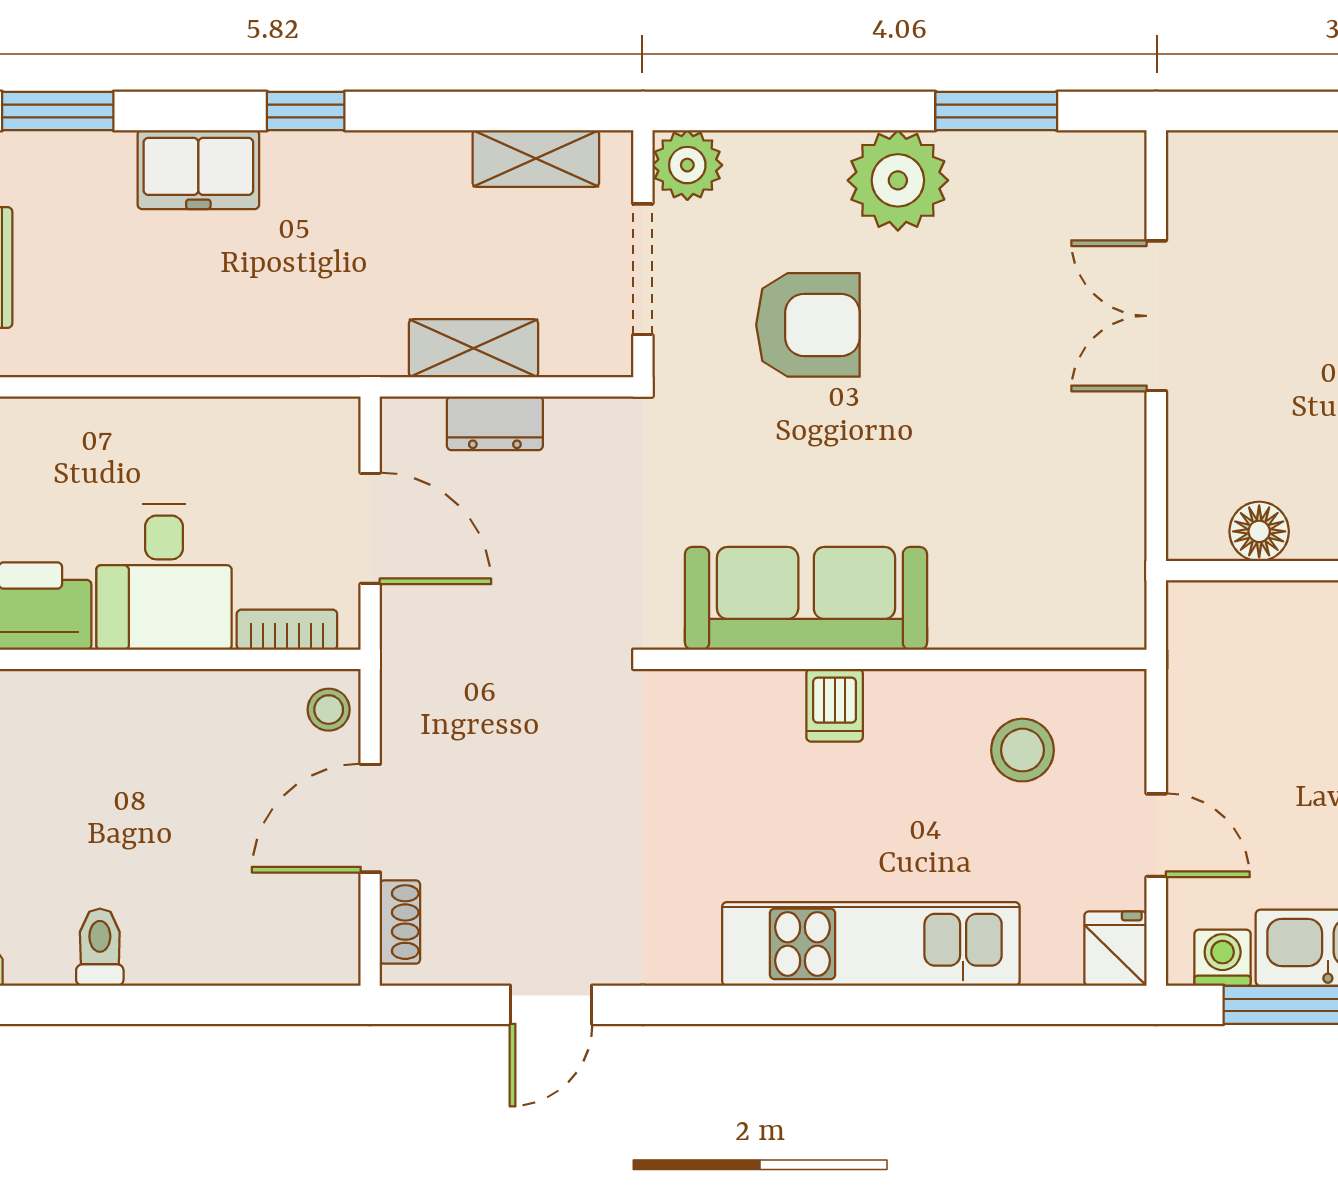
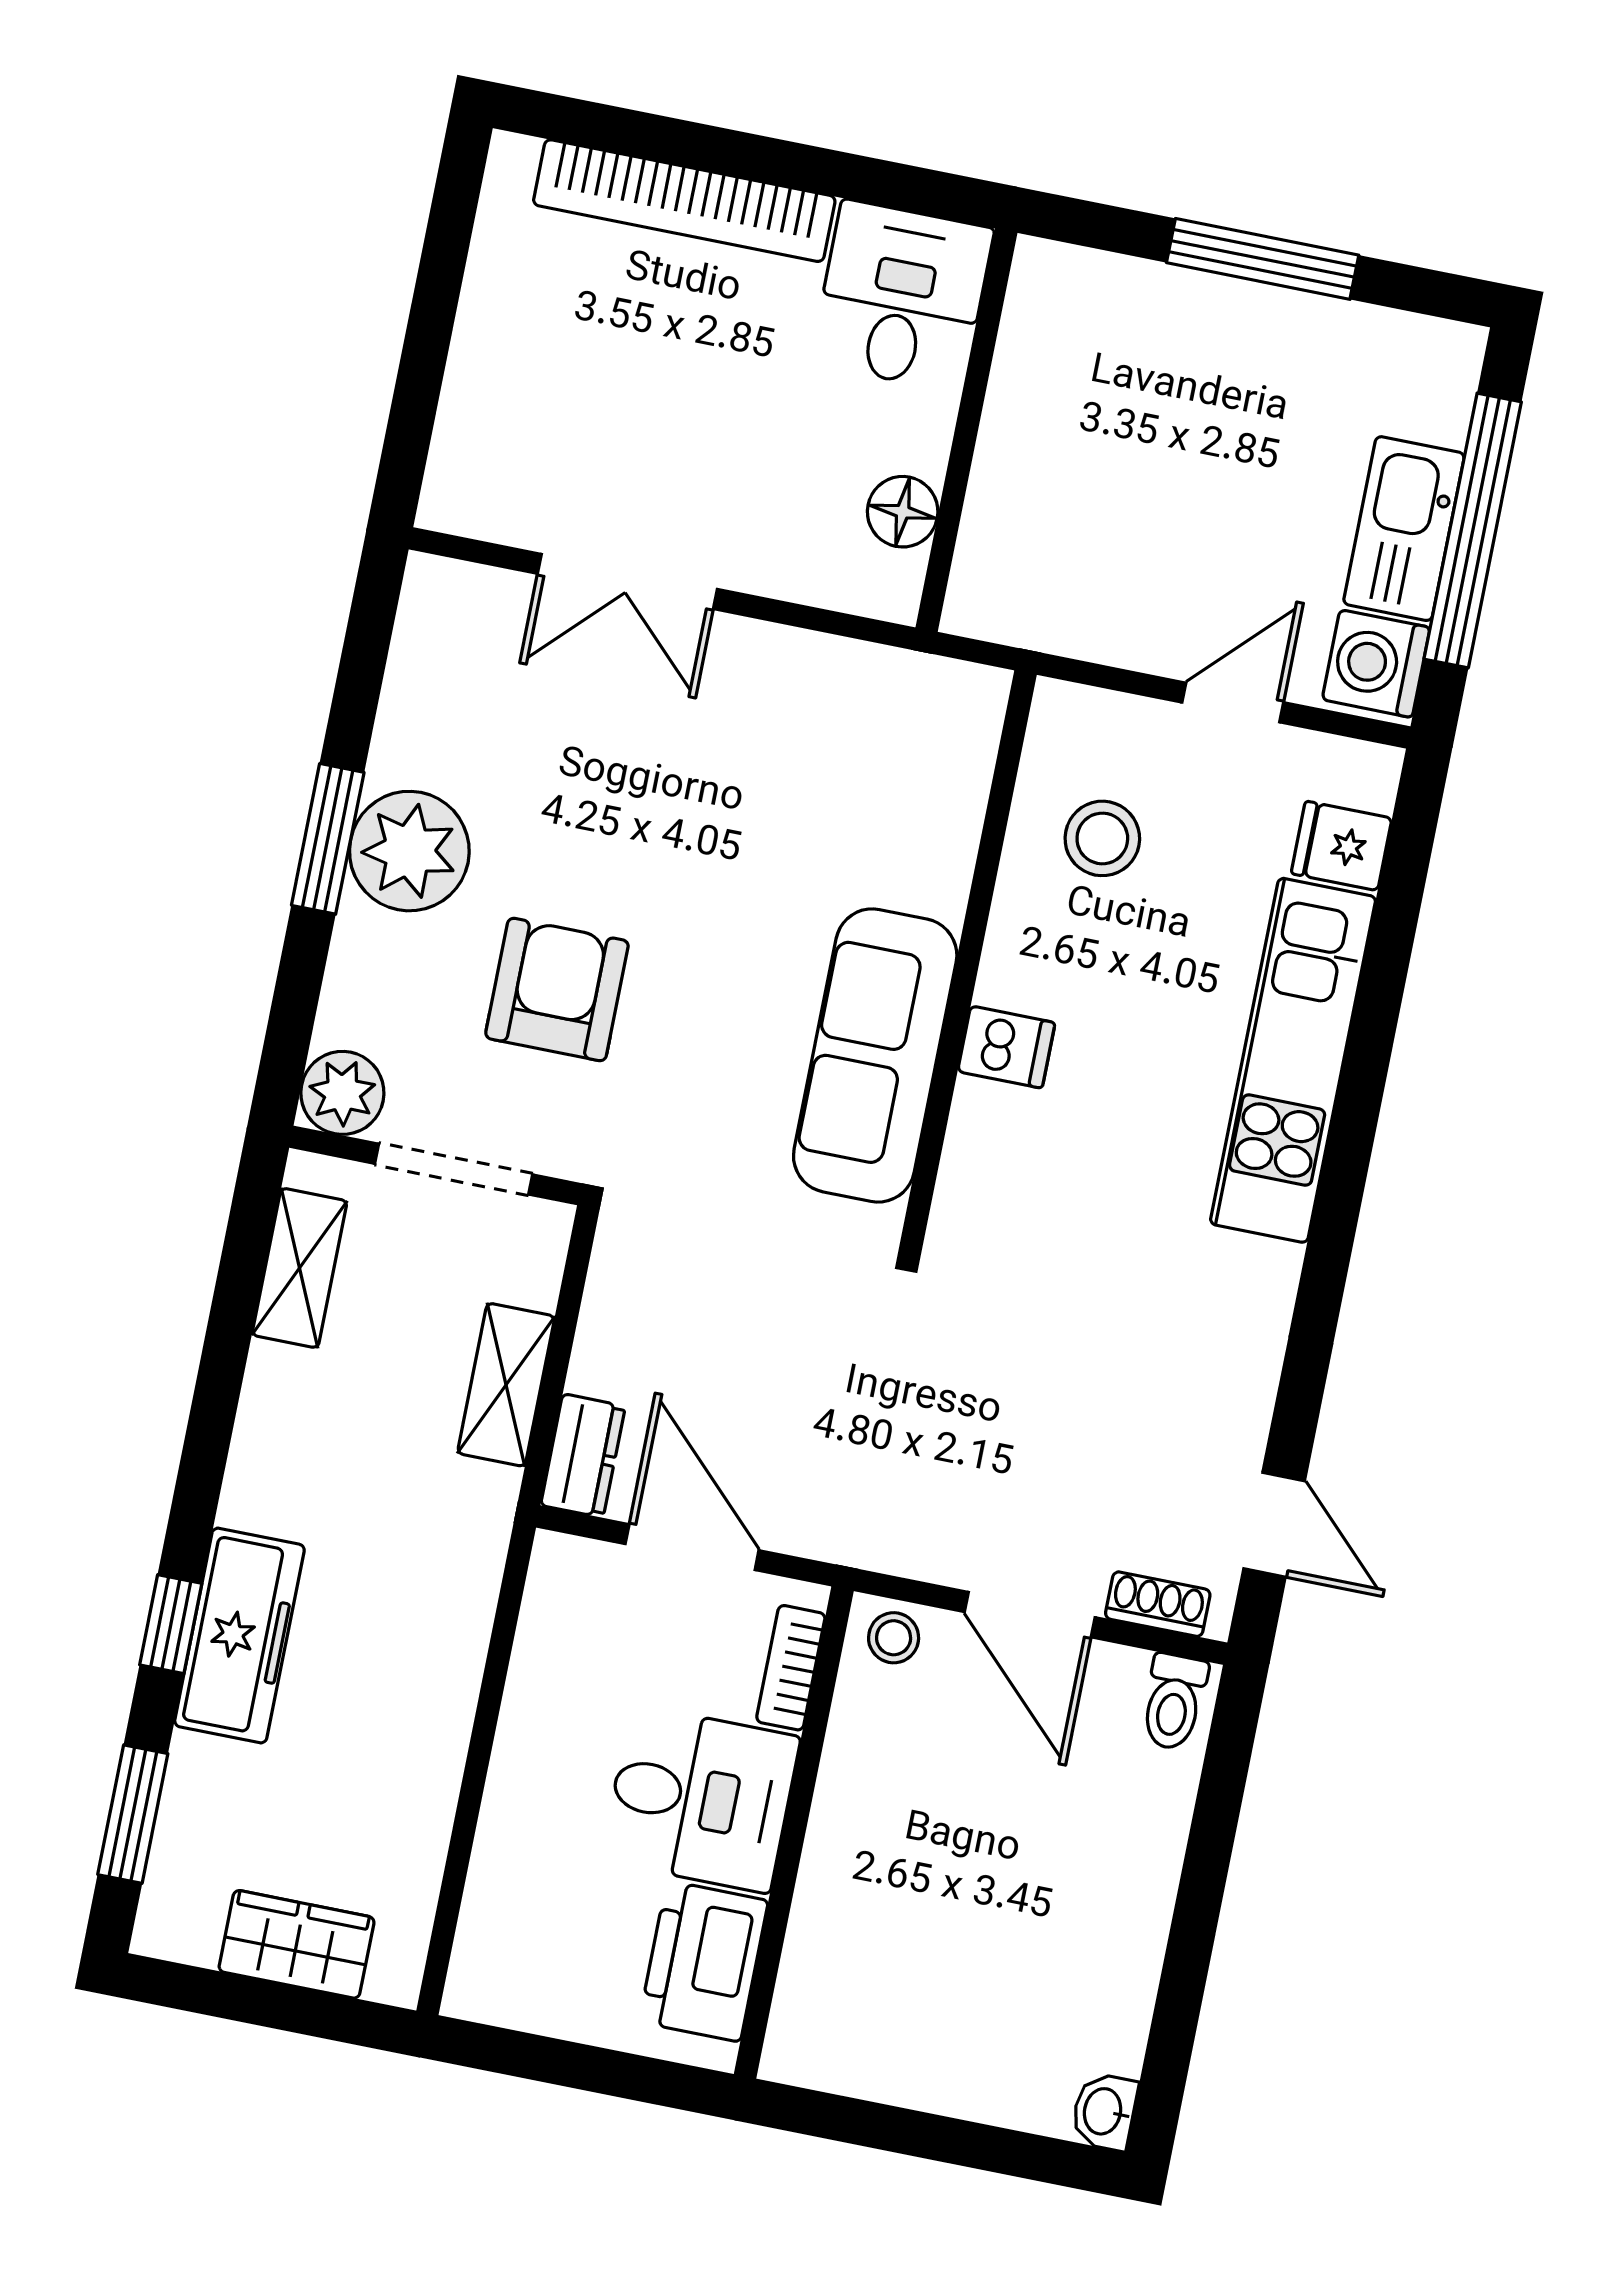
window: (306, 111) -> (171, 1624), moved
window: (996, 111) -> (328, 839), moved
freezer: (198, 170) -> (239, 1636), width x1.40
dresser: (495, 423) -> (583, 1456), moved
door: (370, 528) -> (692, 1547), hinge flipped
toilet: (100, 947) -> (1174, 1702), moved, turned -90
fridge: (1116, 949) -> (1342, 846), moved
washing machine: (1223, 958) -> (1376, 664), width x1.38, depth x1.38
door: (551, 1005) -> (1274, 1525), moved

